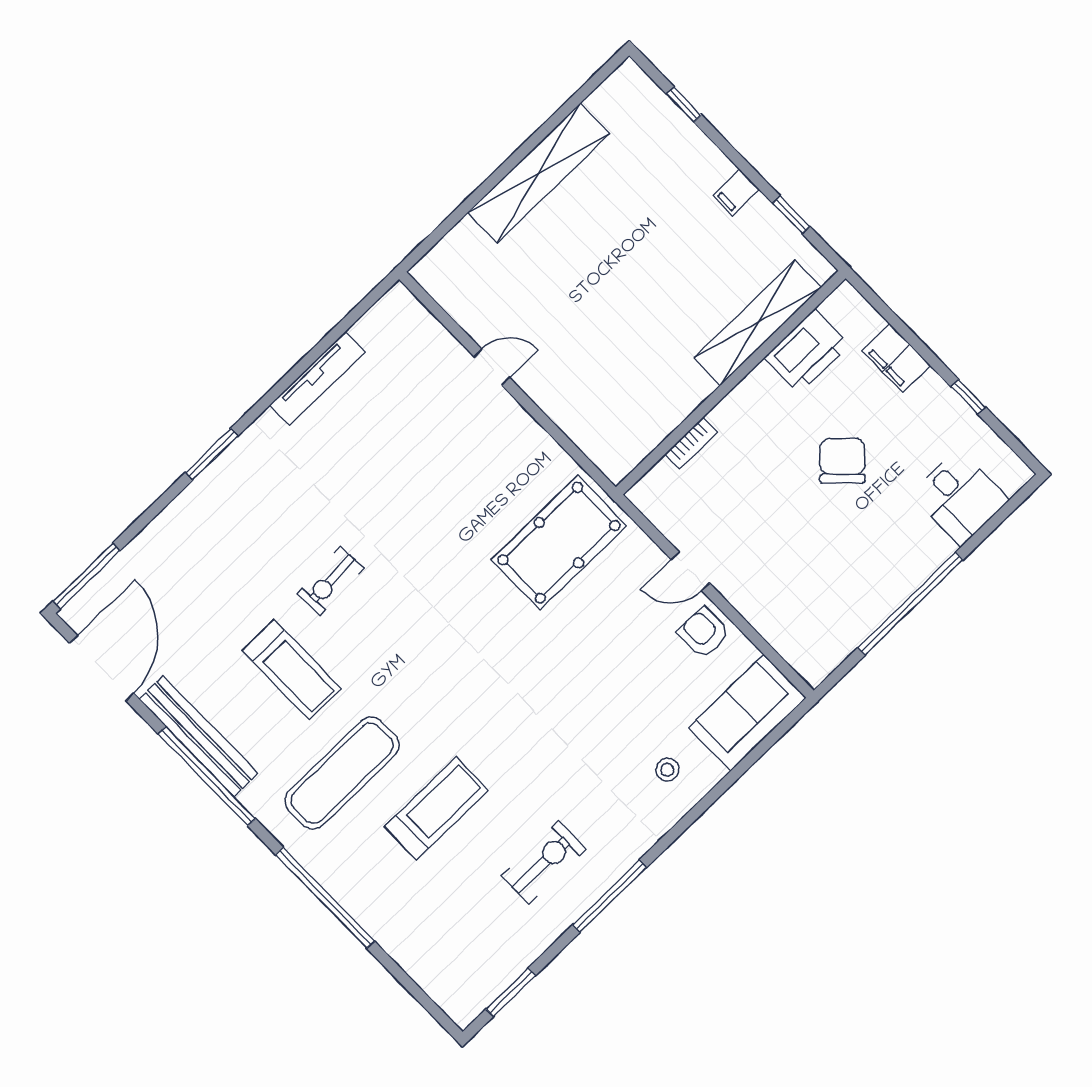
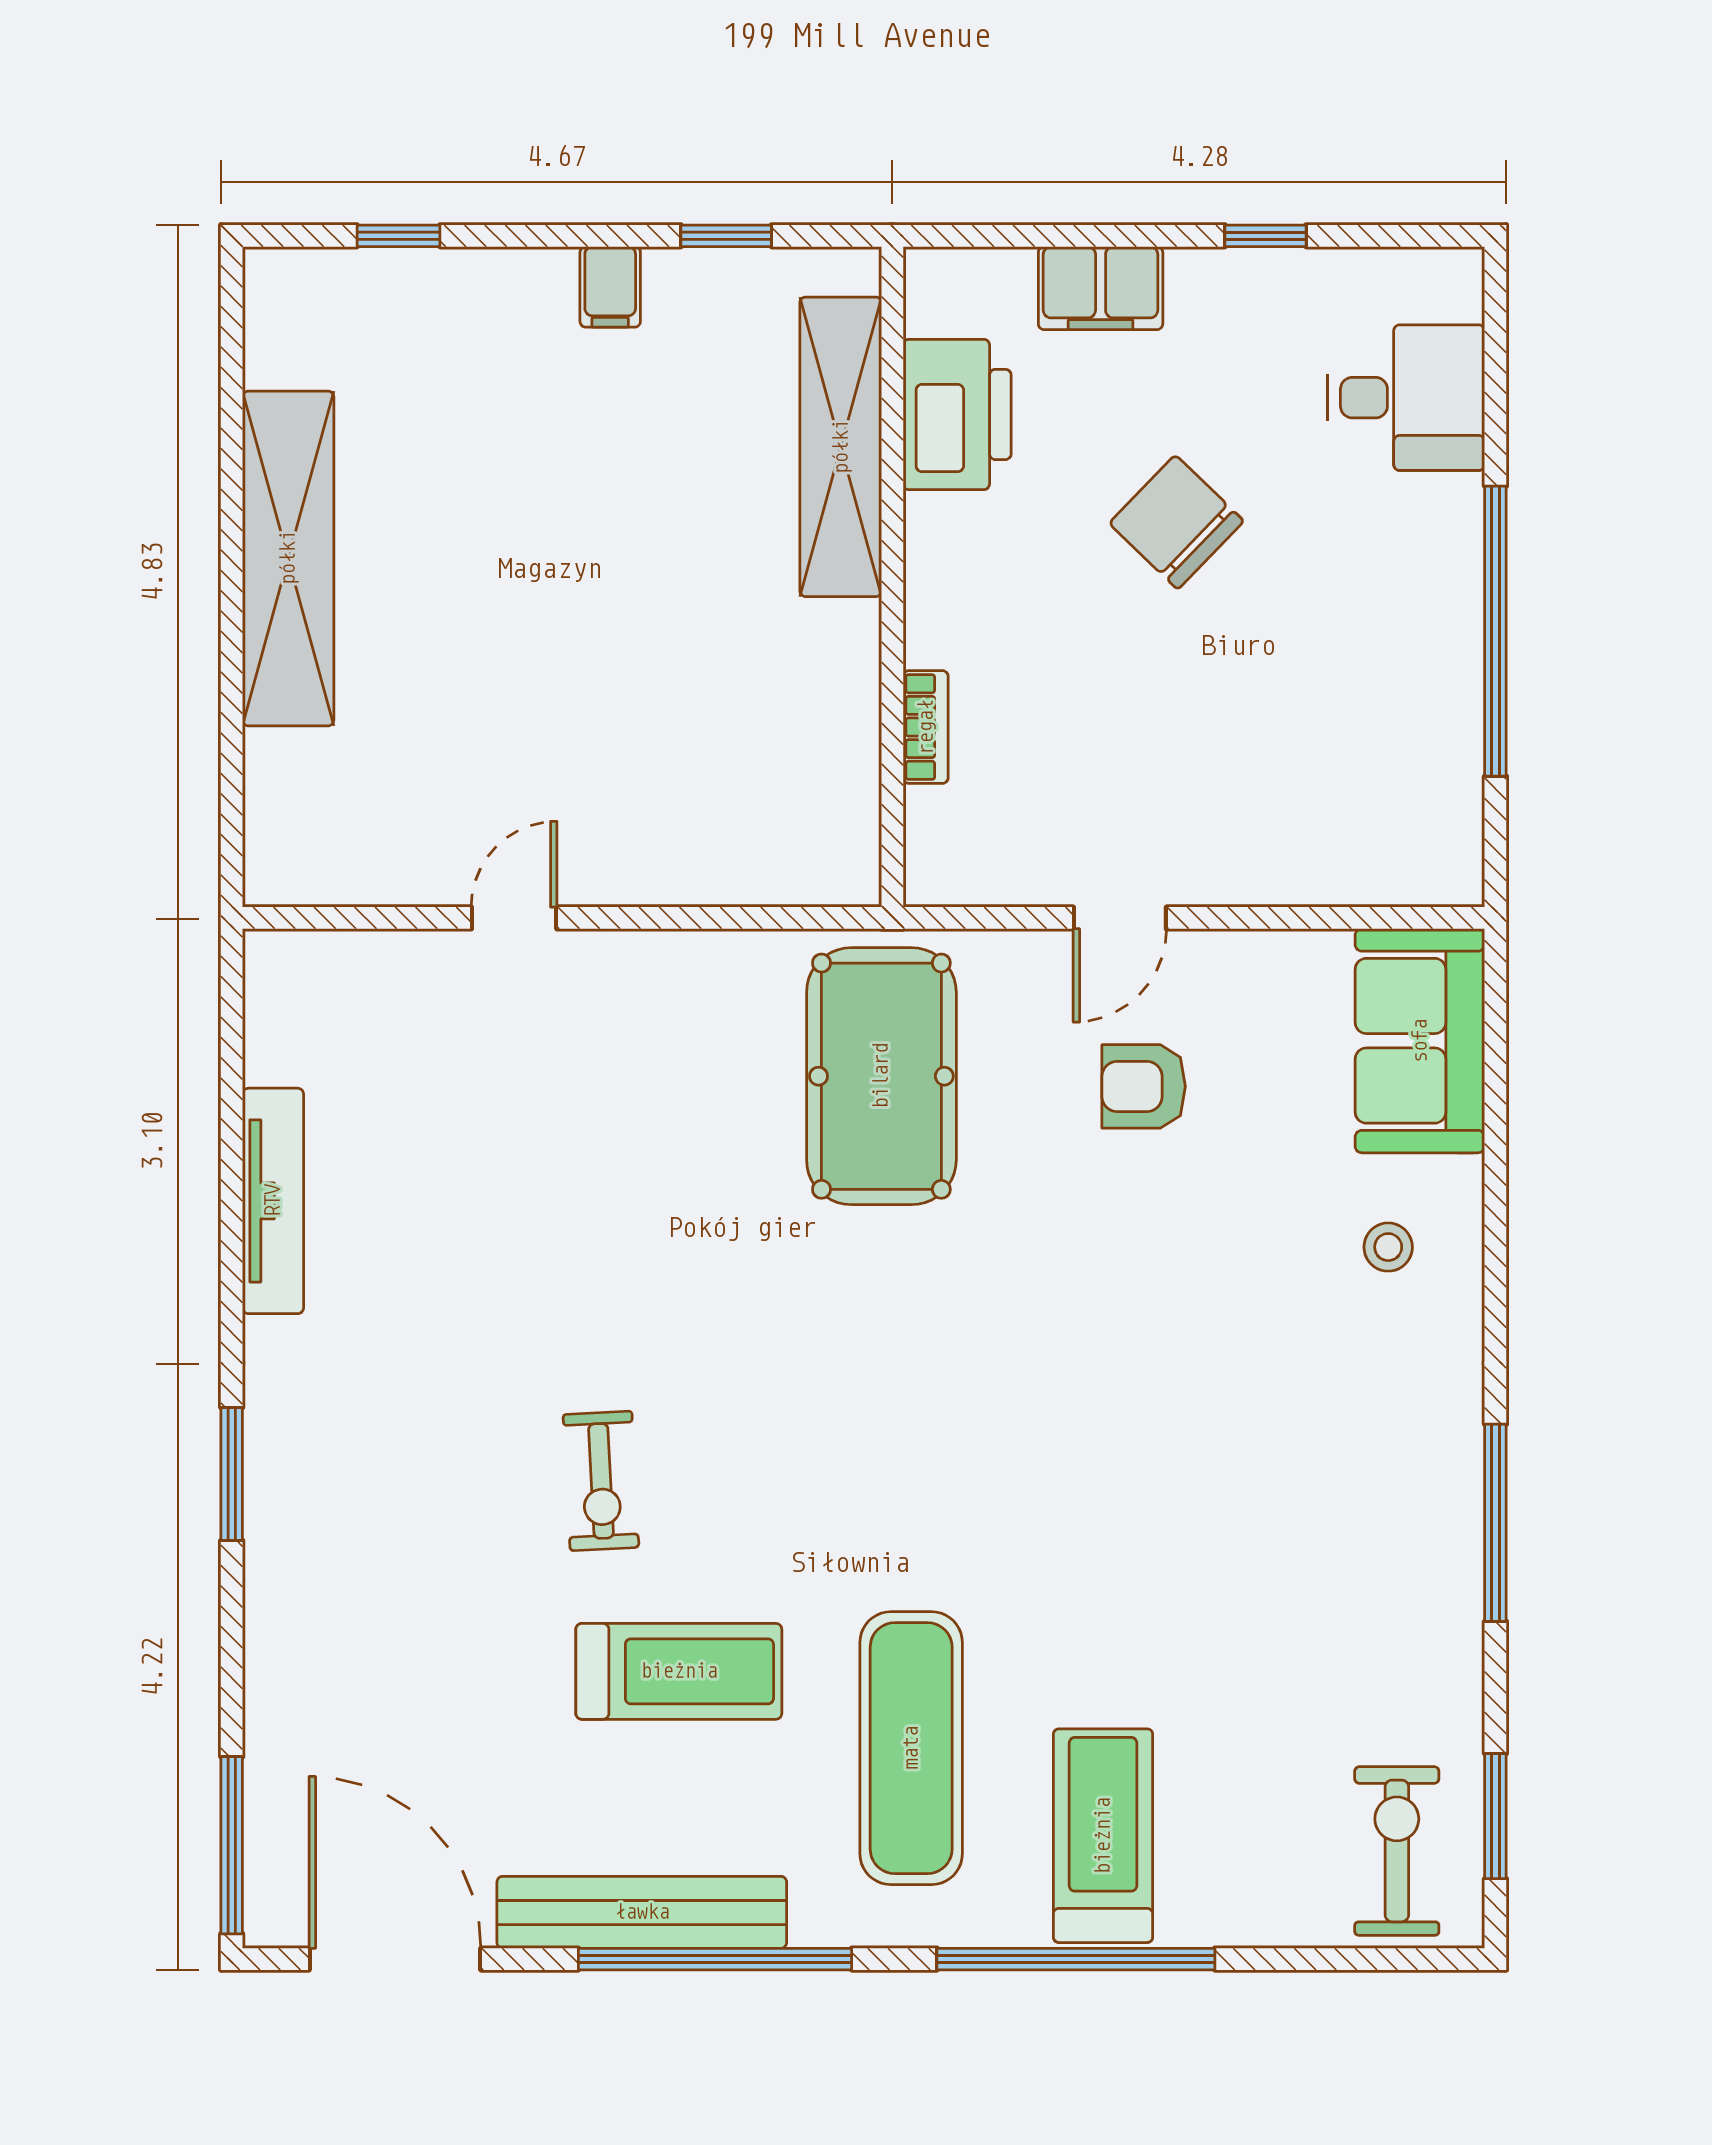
armchair: (704, 633) -> (1144, 1086), moved
treadmill: (436, 808) -> (1103, 1836), moved
exercise bike: (544, 862) -> (1397, 1851), moved

